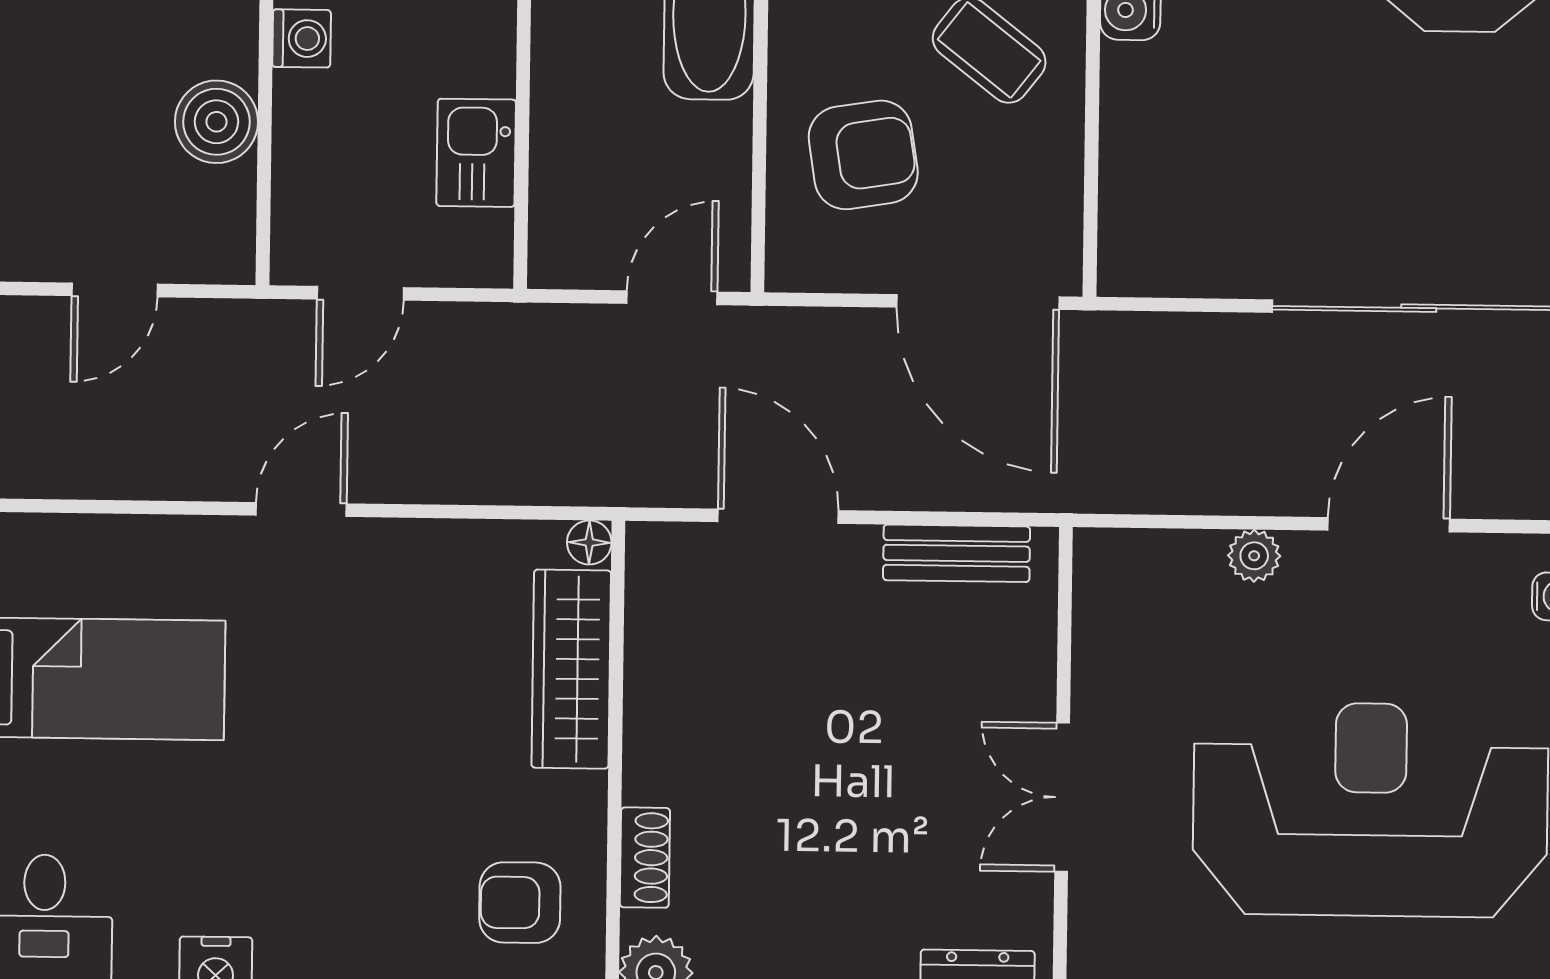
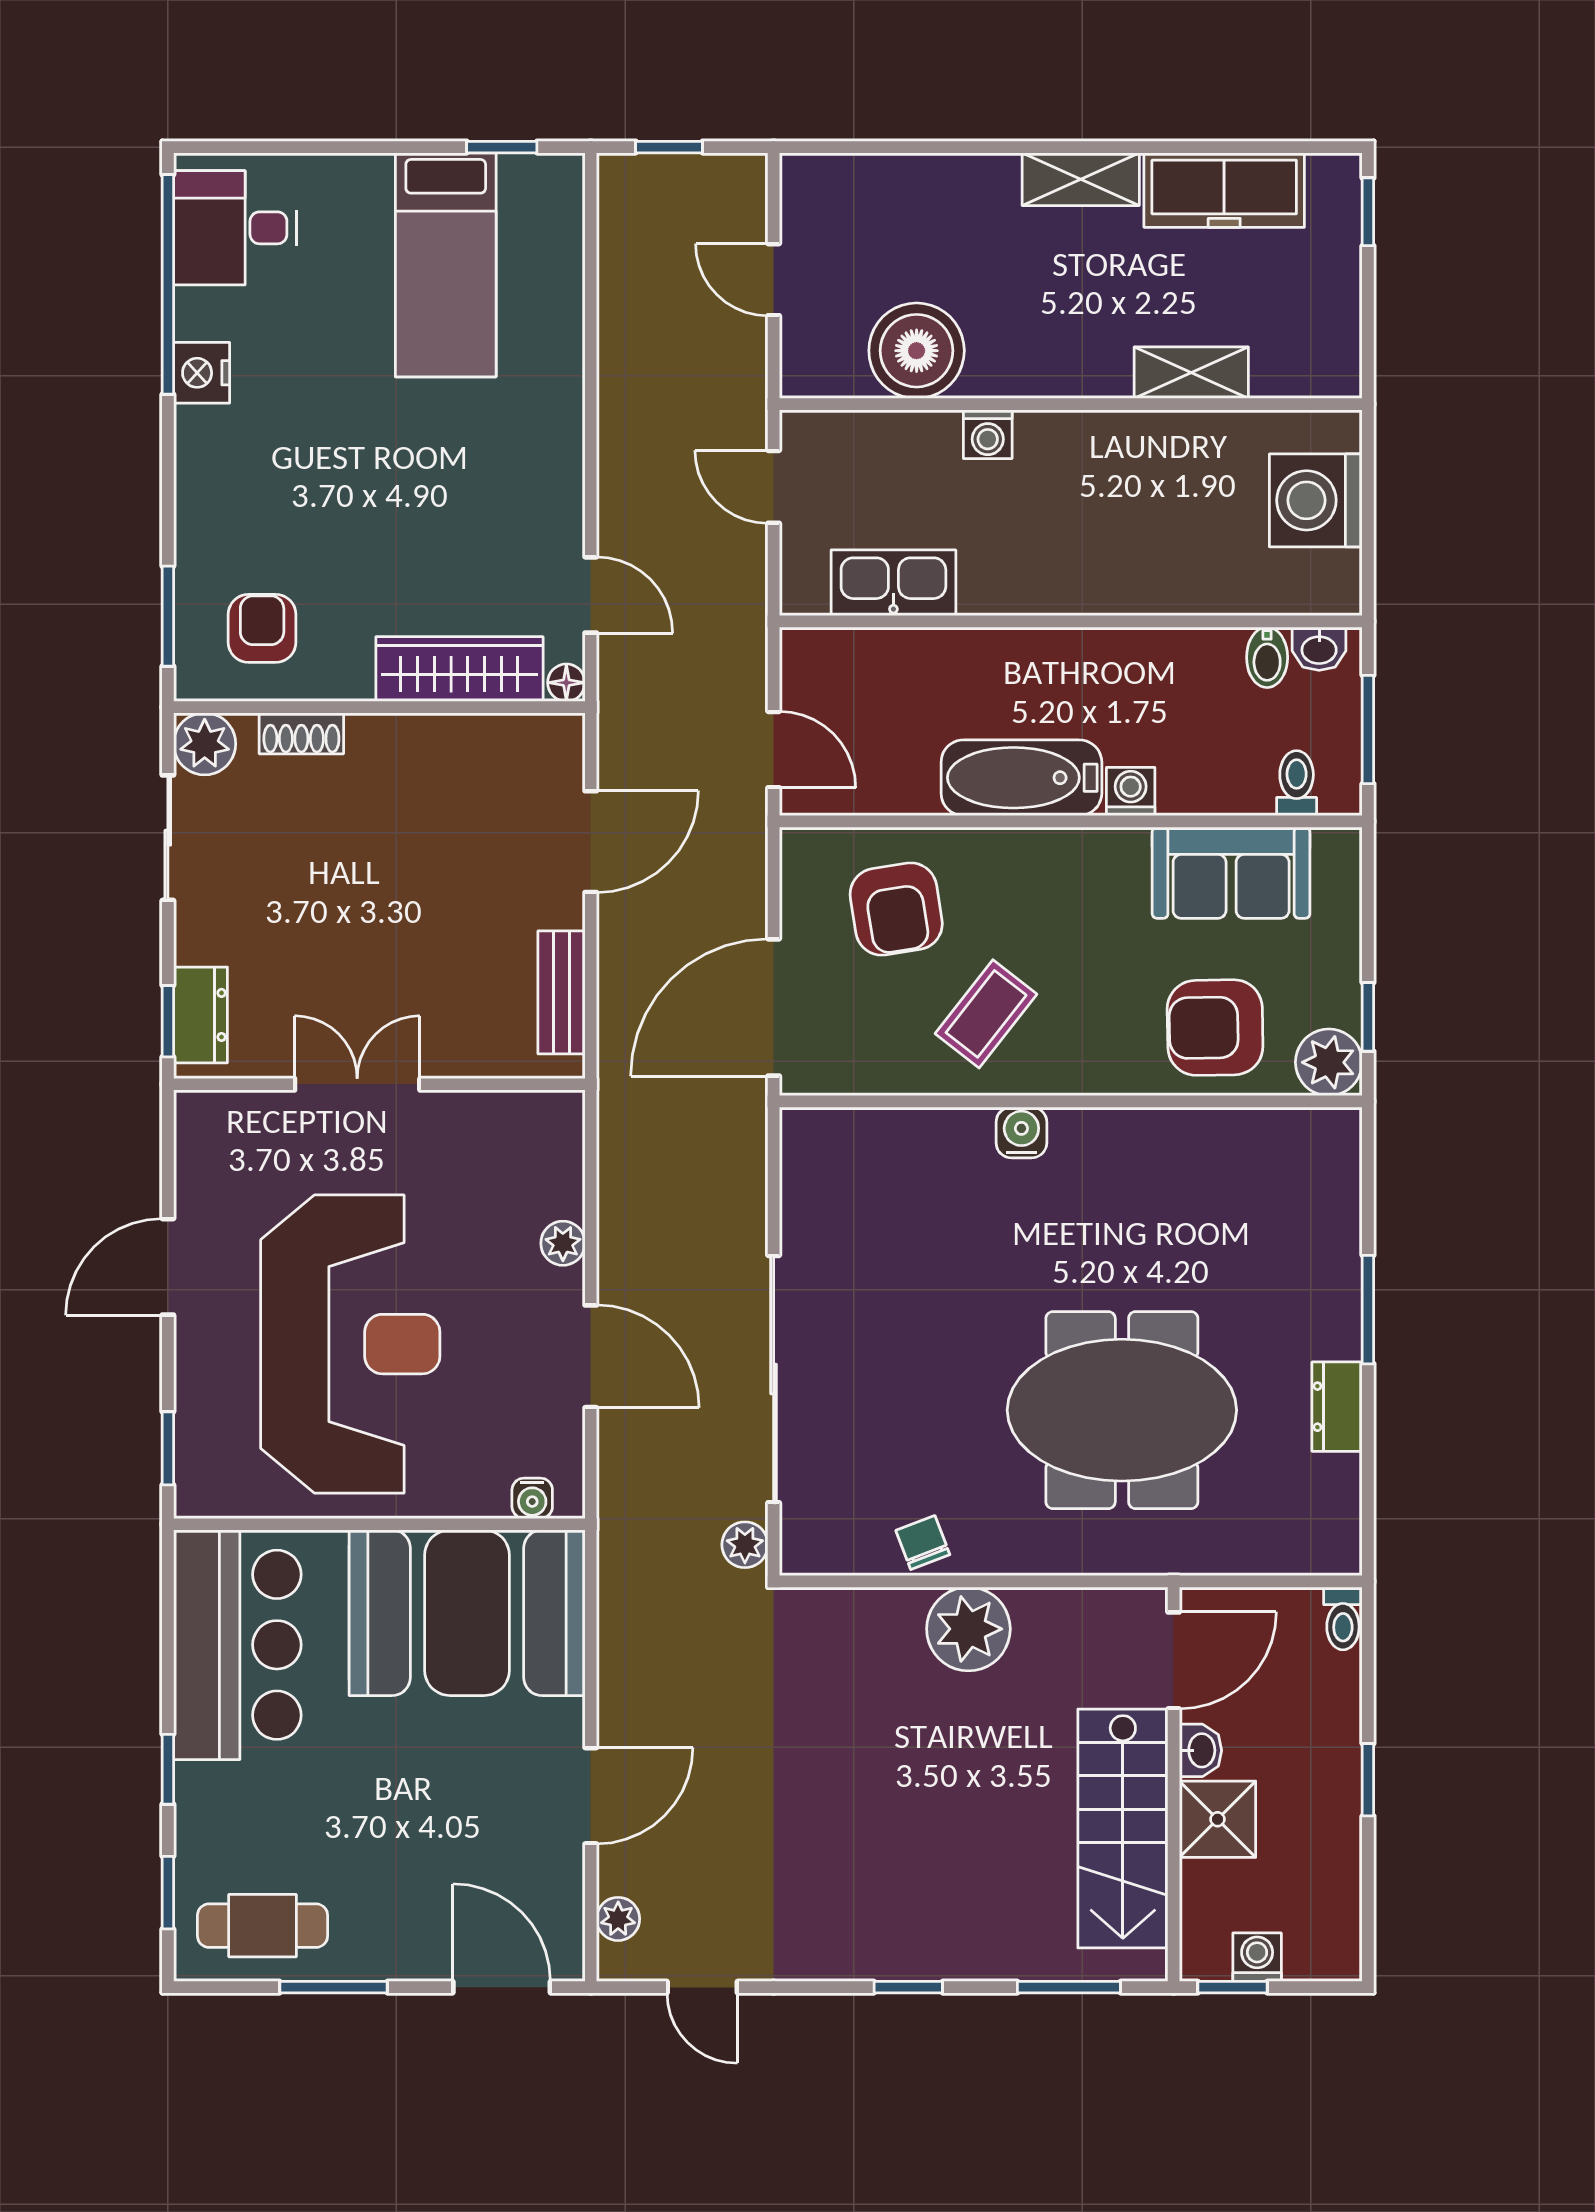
boiler: (216, 122) -> (917, 351), width x1.37, depth x1.37
kitchen sink: (476, 153) -> (893, 583), width x1.38
door: (301, 509) -> (591, 595), moved

